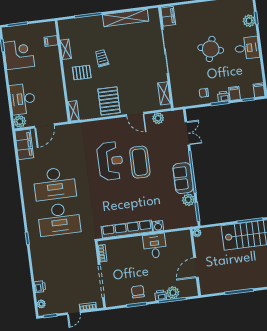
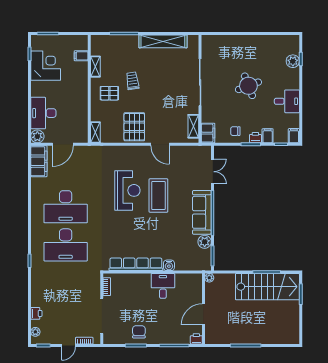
filing cabinet: (168, 16) -> (208, 133), moved
desk: (247, 48) -> (287, 101), moved
round table: (211, 49) -> (248, 86), turned -36
plant: (158, 118) -> (184, 152), removed
sofa: (183, 178) -> (202, 212), width x1.36
plant: (173, 293) -> (176, 338), removed
printer: (161, 295) -> (196, 339), moved

